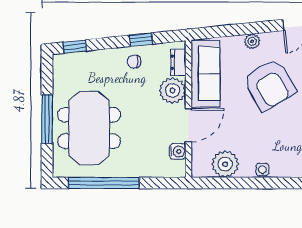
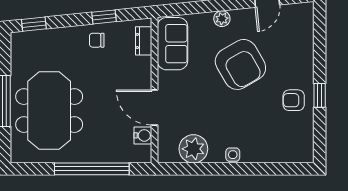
sofa: (205, 74) -> (172, 44), width x0.73
plant: (172, 90) -> (138, 71), removed
door: (188, 125) -> (154, 108), swing flipped
window: (104, 183) -> (92, 169), moved

